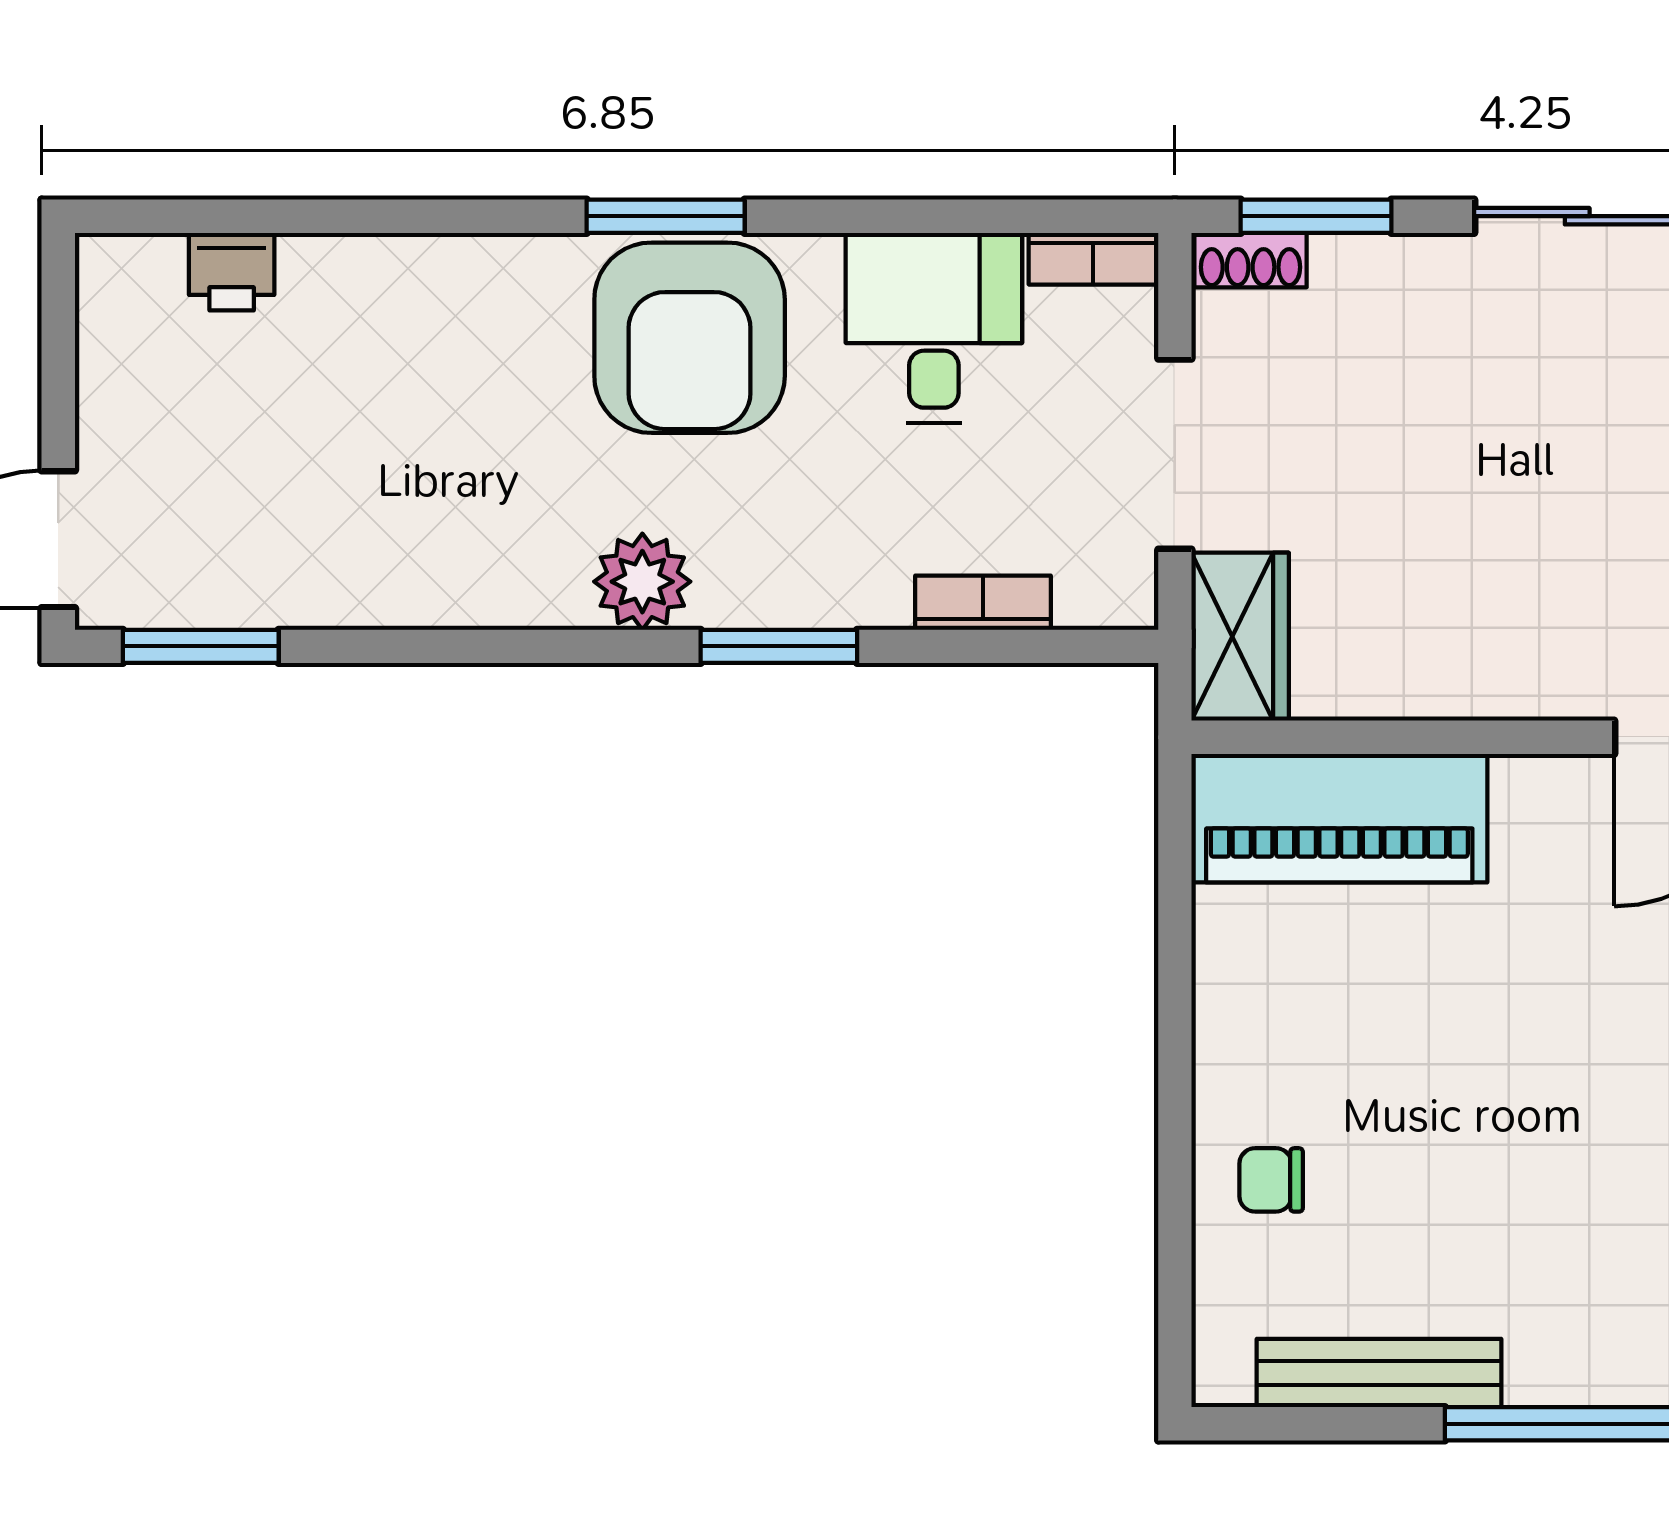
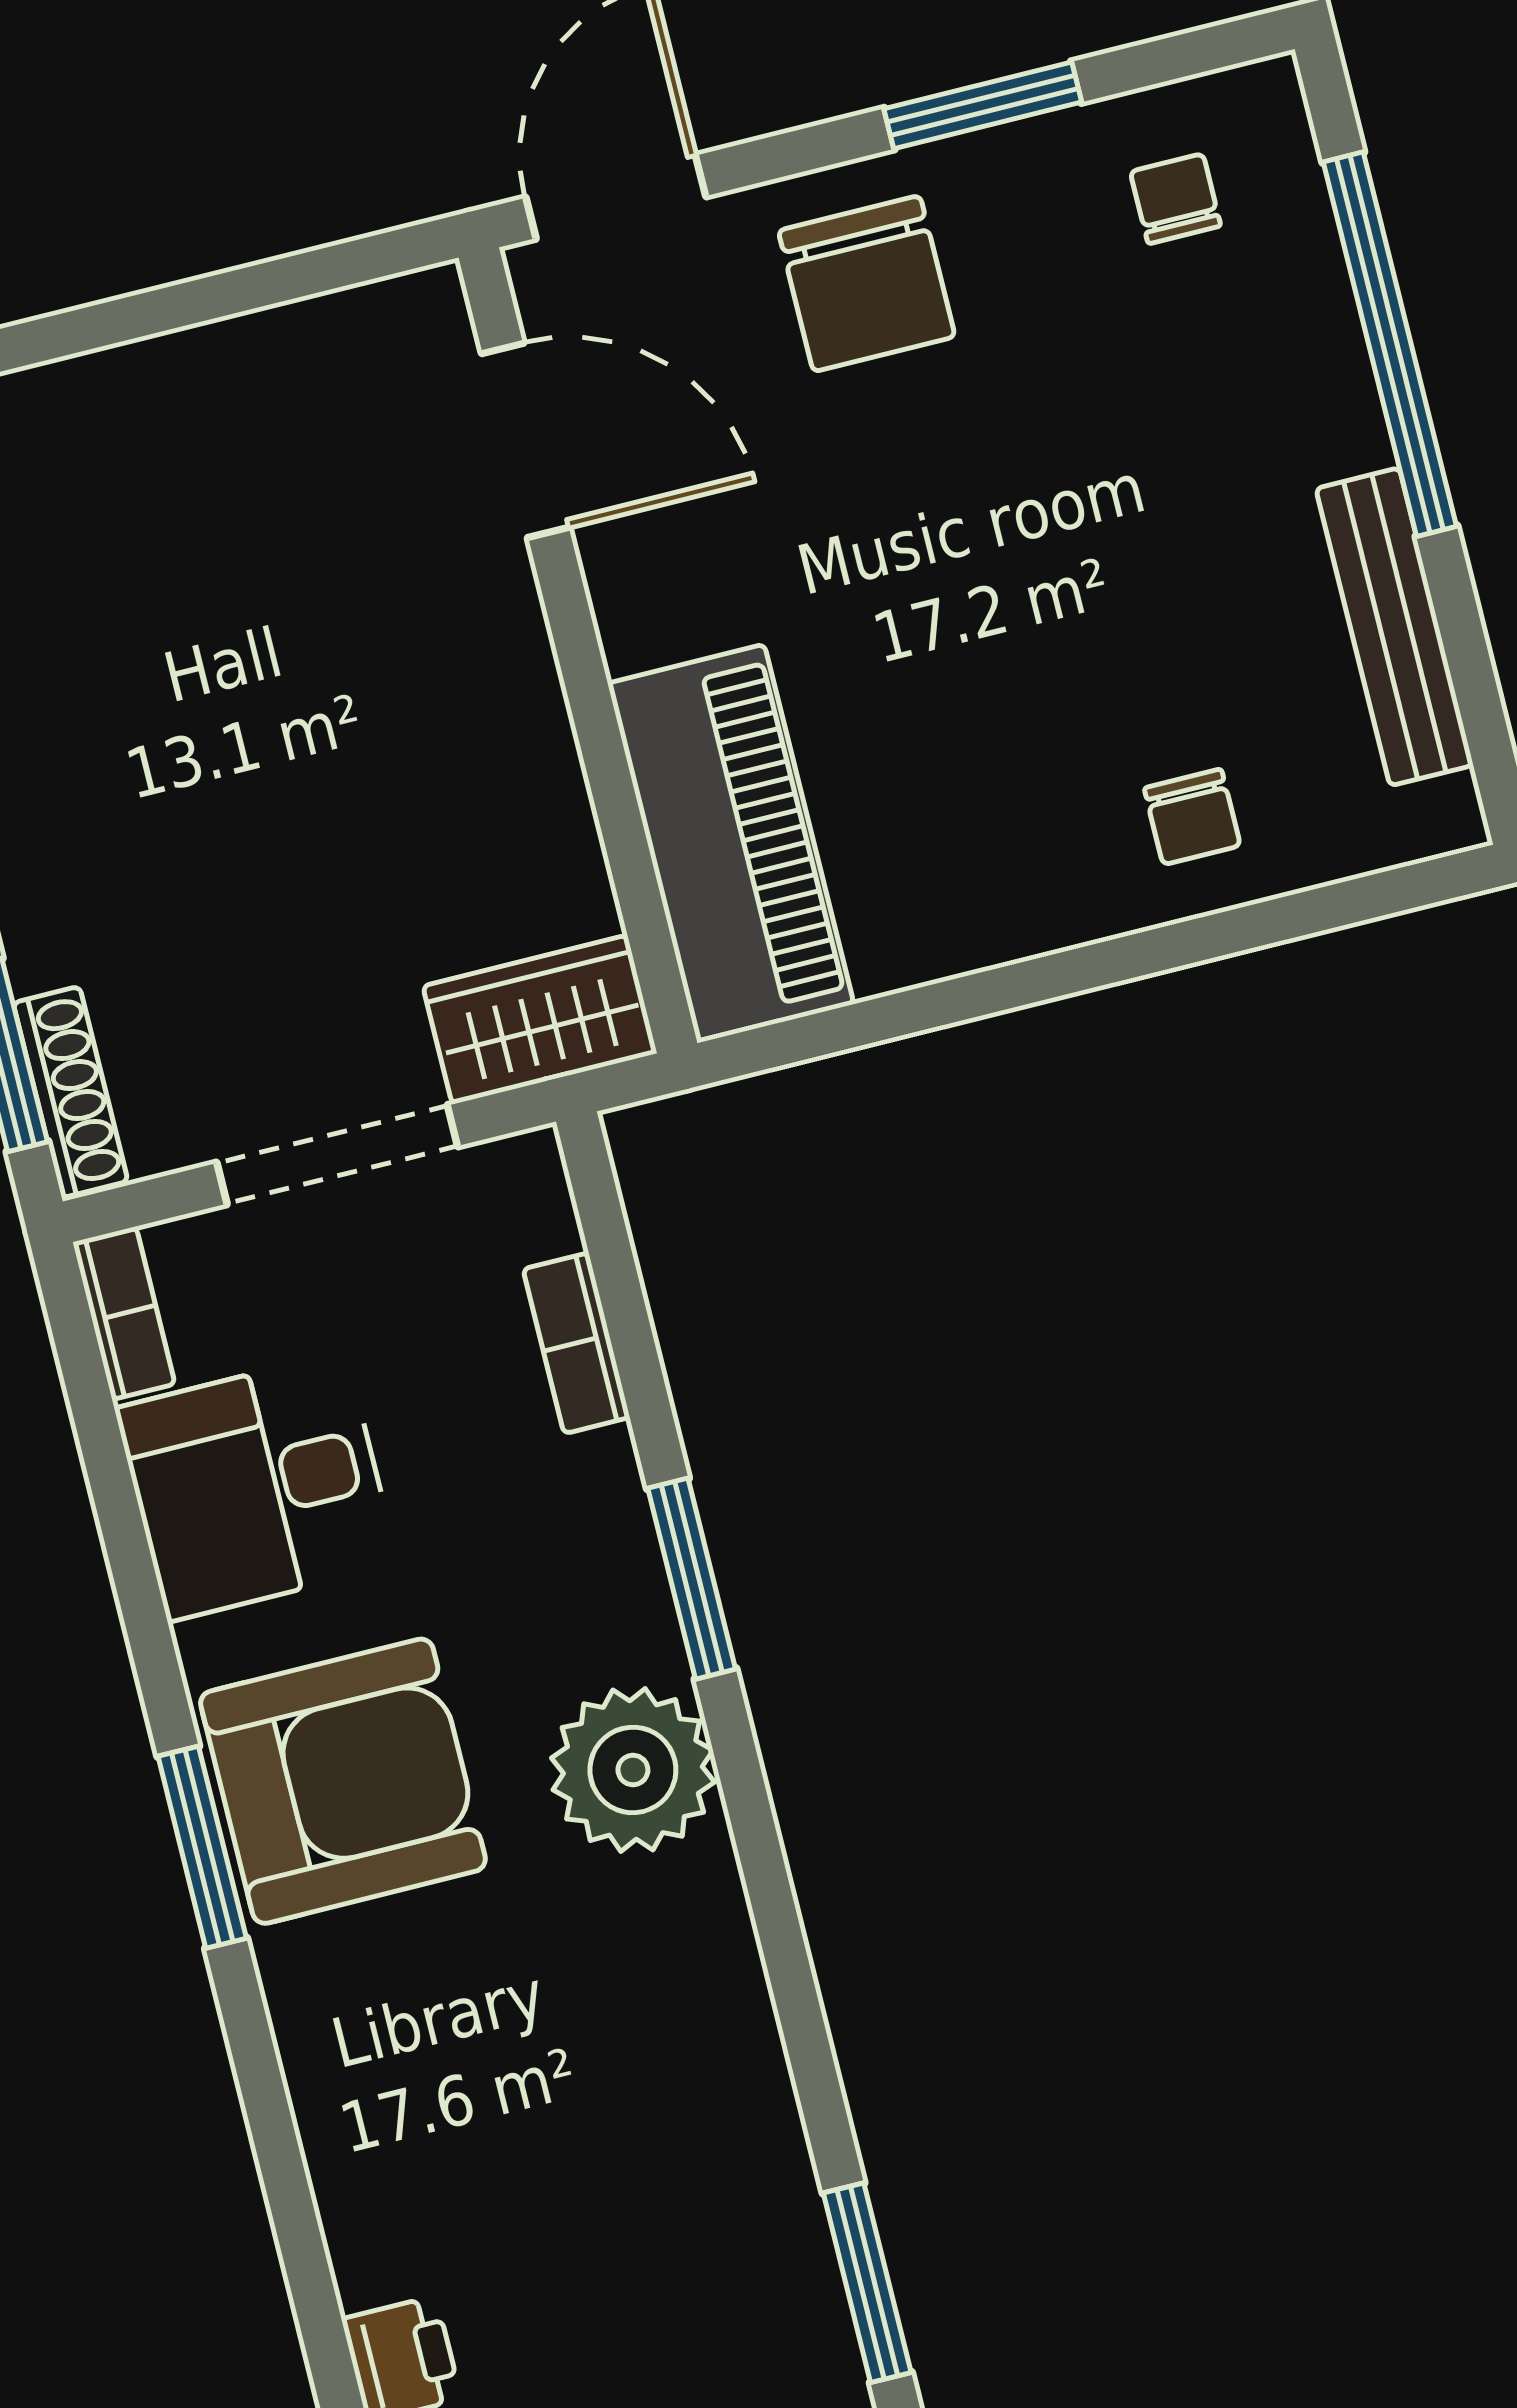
shoe rack: (1251, 260) -> (71, 1092), width x1.43
plant: (642, 582) -> (633, 1770), width x1.36, depth x1.36

